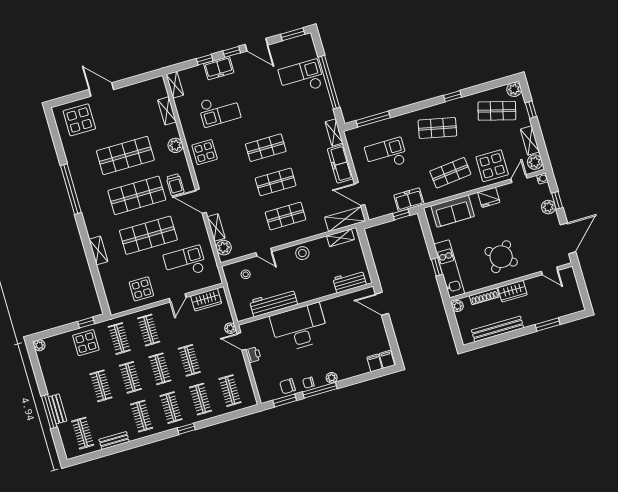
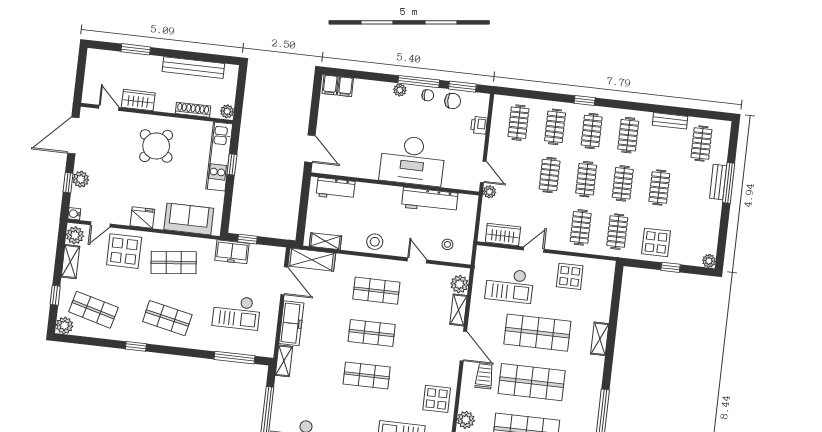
wardrobe: (512, 291) -> (138, 100), moved
window: (86, 323) -> (670, 267), moved
printer: (253, 355) -> (479, 125), moved

